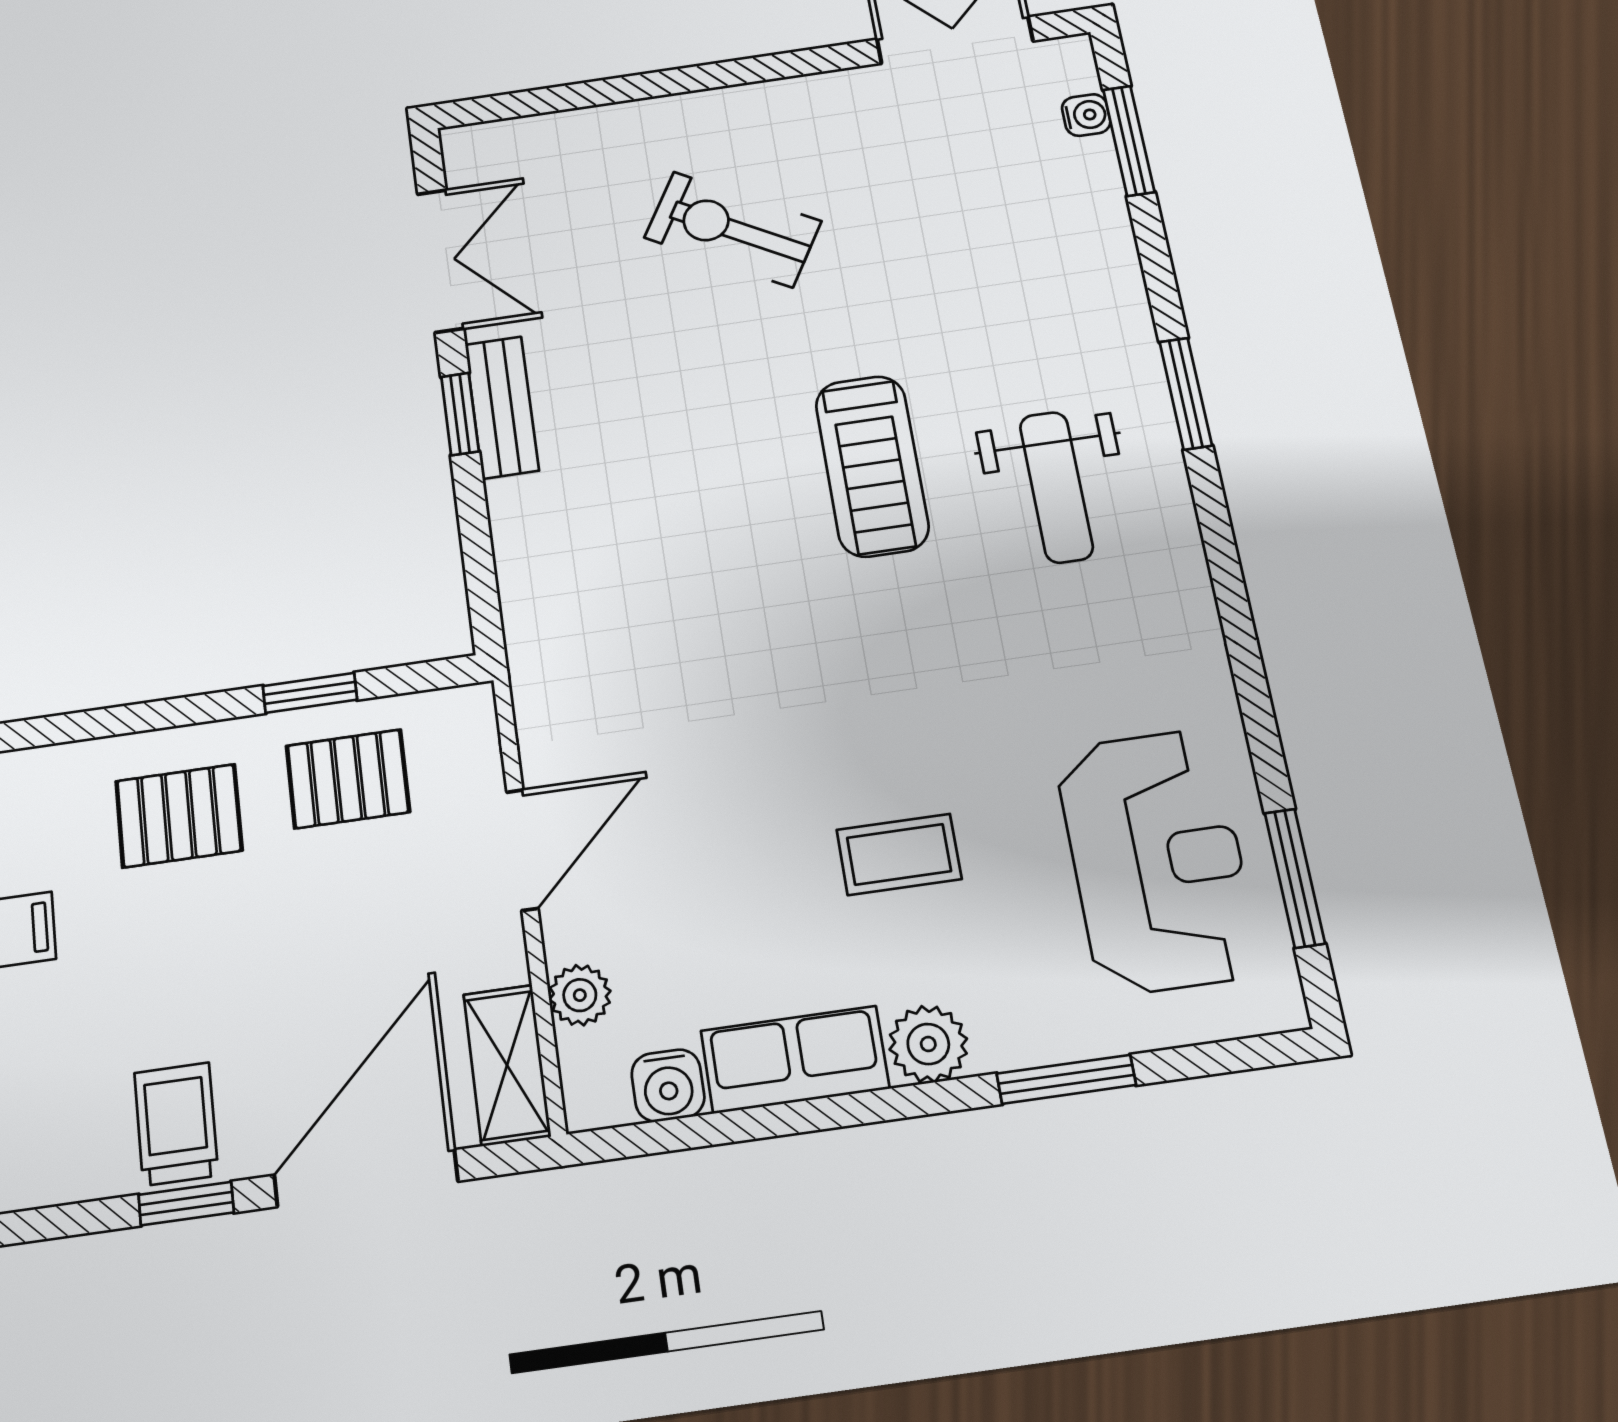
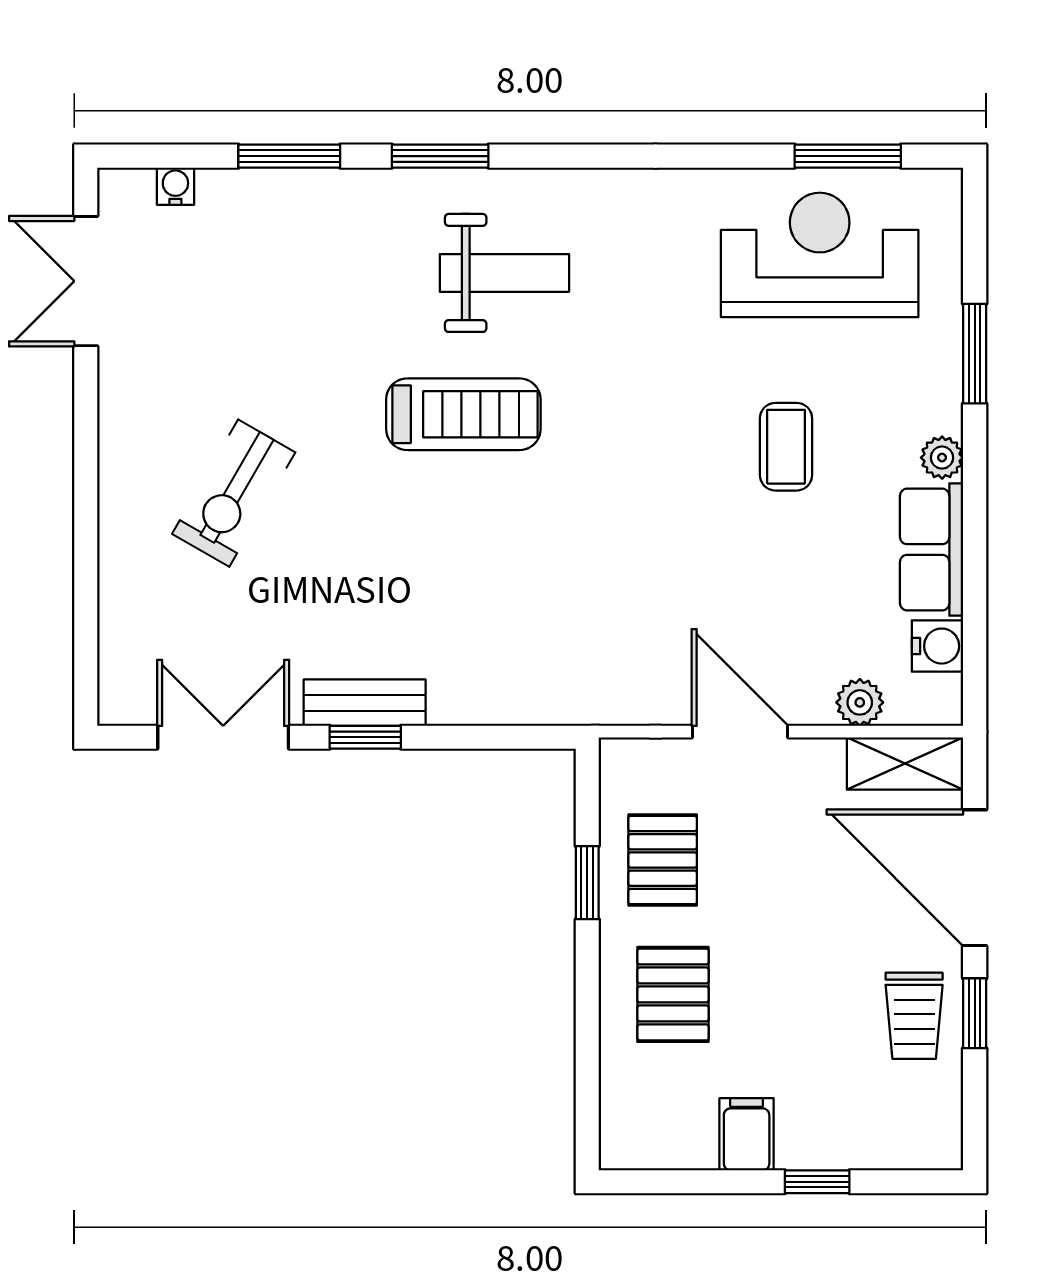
window: (1129, 141) -> (289, 156), moved
plant: (928, 1044) -> (942, 458), width x0.73, depth x0.73
trolley: (176, 1124) -> (914, 1016), turned -90

